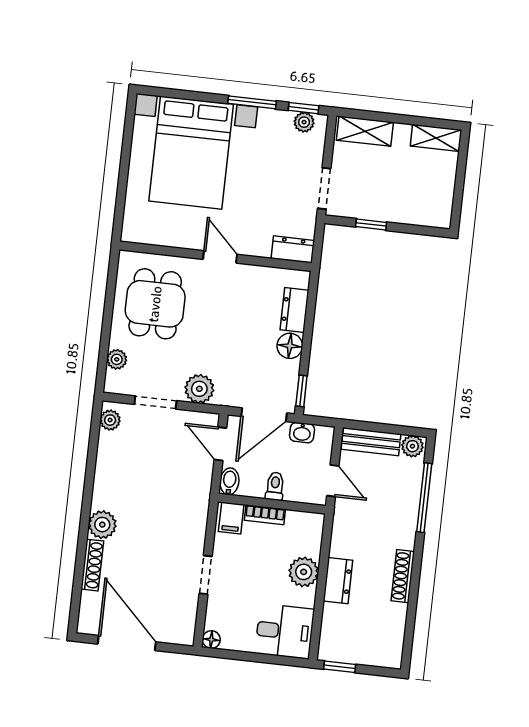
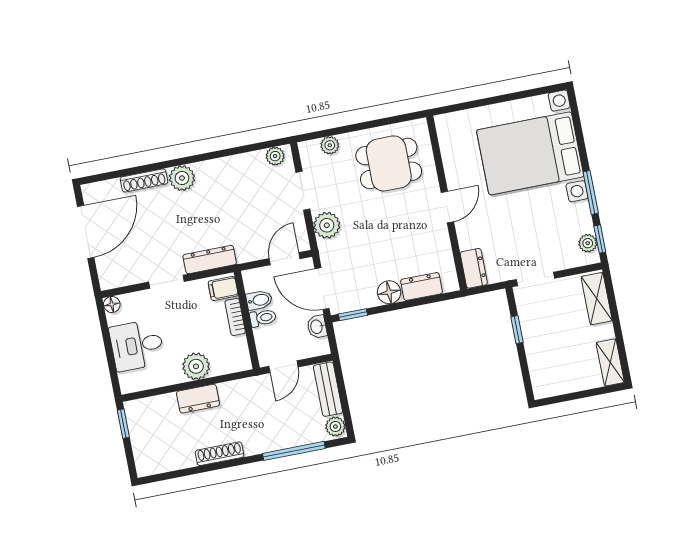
bidet: (229, 481) -> (259, 300), moved
dresser: (197, 522) -> (210, 260), added
desk: (285, 631) -> (137, 345), moved, turned 90

